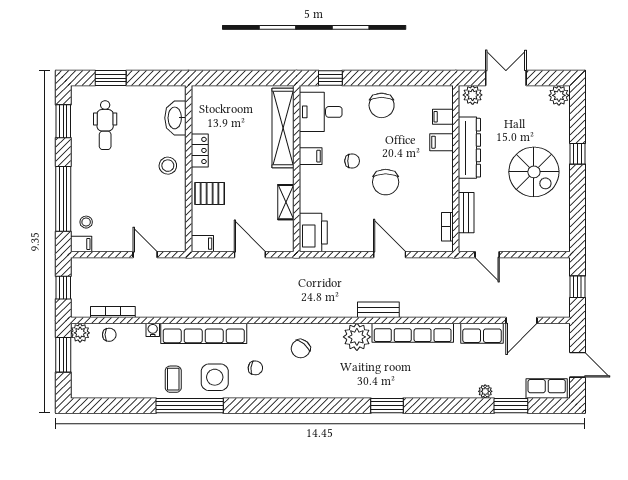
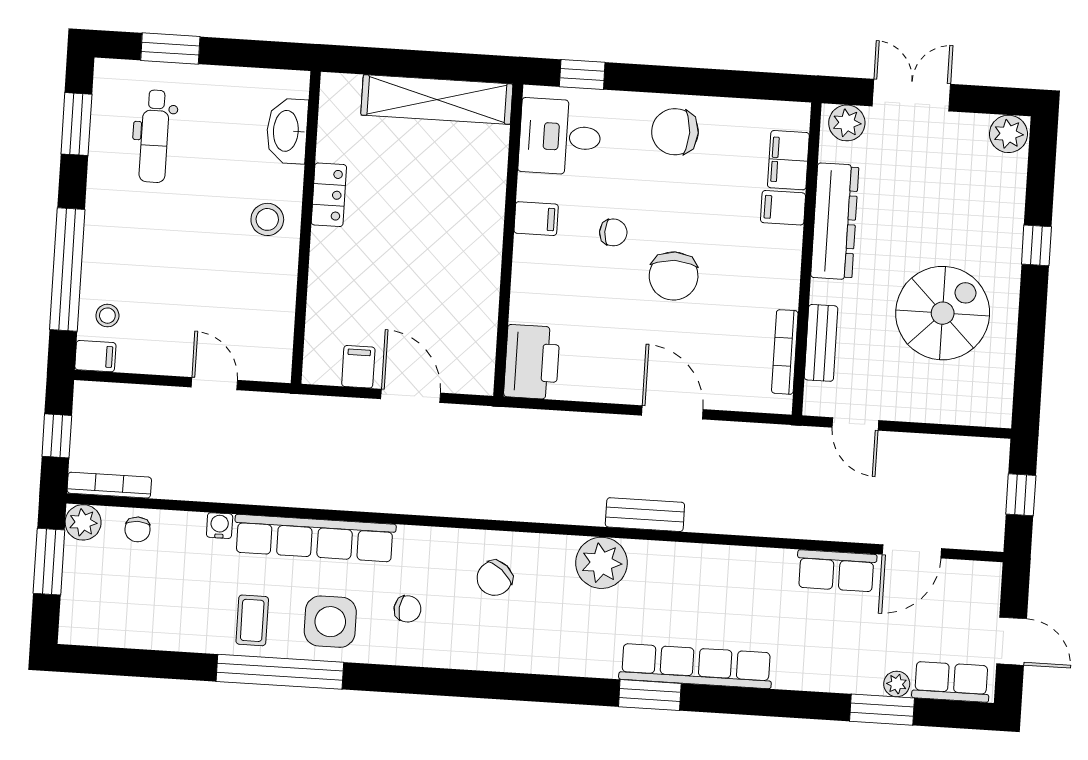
chair: (382, 105) -> (675, 132), turned 90
filing cabinet: (443, 117) -> (788, 160), width x2.00
shelving: (283, 128) -> (437, 100), moved, turned 90
spiral stairs: (534, 172) -> (943, 313), moved, turned -90
pallet: (210, 193) -> (342, 277), removed
shelving: (286, 202) -> (484, 302), removed
bookcase: (447, 227) -> (785, 352), width x1.56
filing cabinet: (202, 244) -> (358, 367), moved, turned -90
bookcase: (113, 312) -> (109, 485), moved
row of seats: (413, 333) -> (696, 666), moved, turned 180
chair: (109, 335) -> (137, 529), turned 90
plant: (485, 391) -> (897, 684), moved

